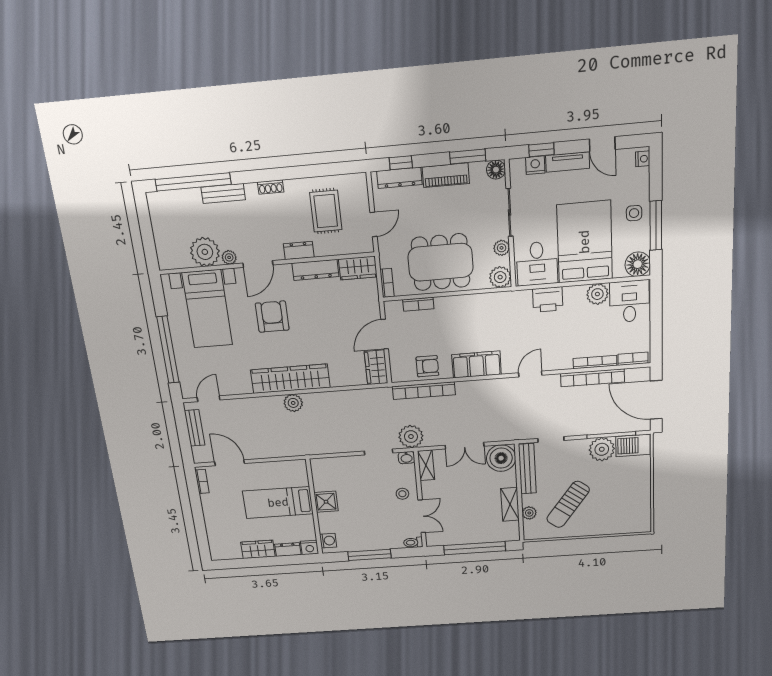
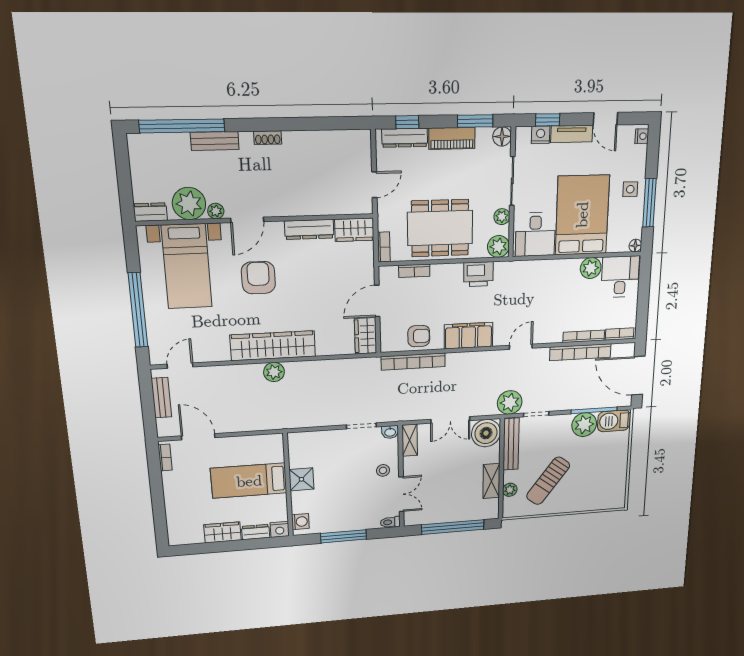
rug: (326, 211) -> (325, 167), removed
dresser: (299, 250) -> (150, 212), moved
floor lamp: (638, 264) -> (635, 246), width x0.53, depth x0.53
printer: (548, 299) -> (478, 274), moved
plant: (411, 437) -> (510, 402), moved

